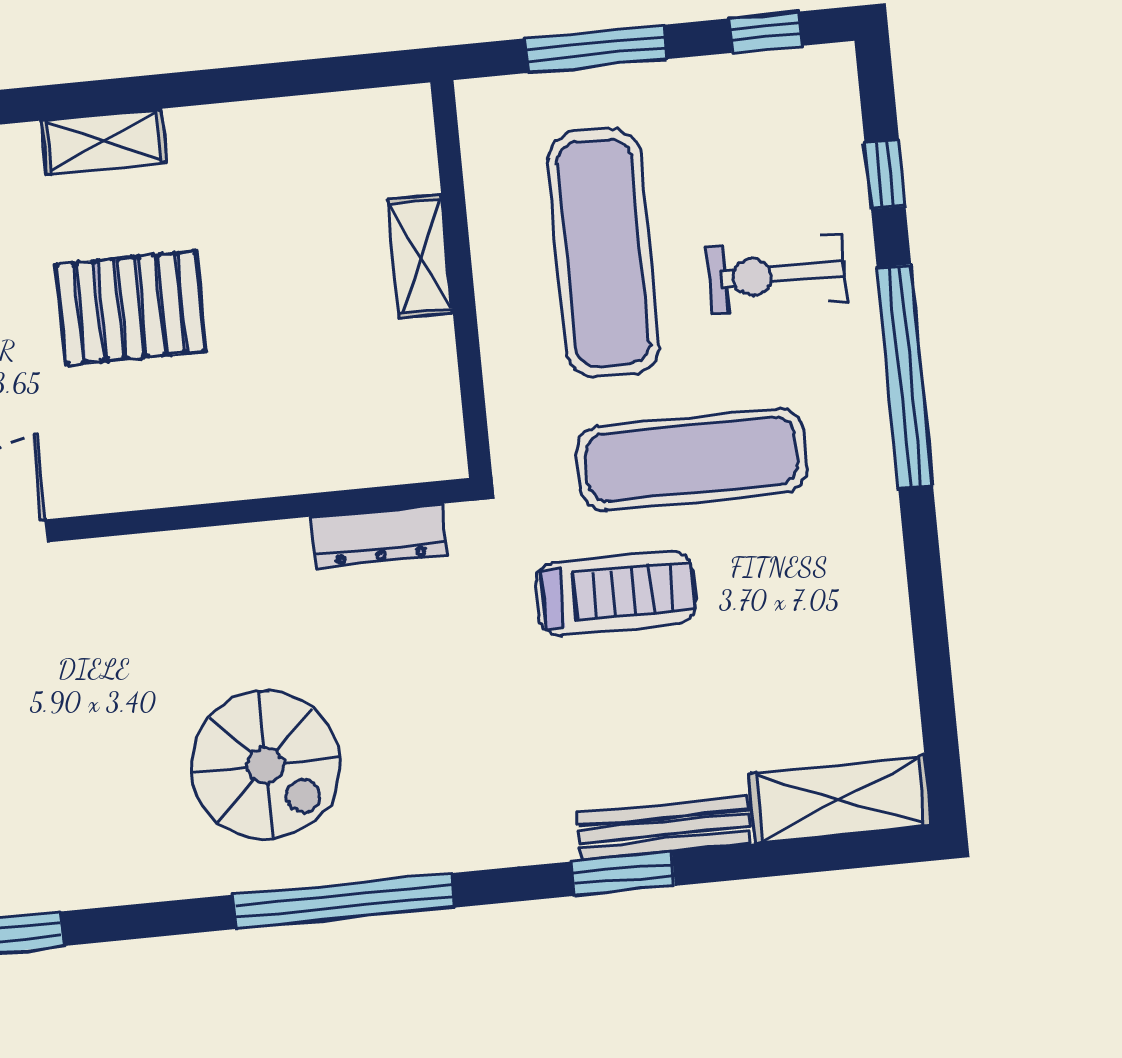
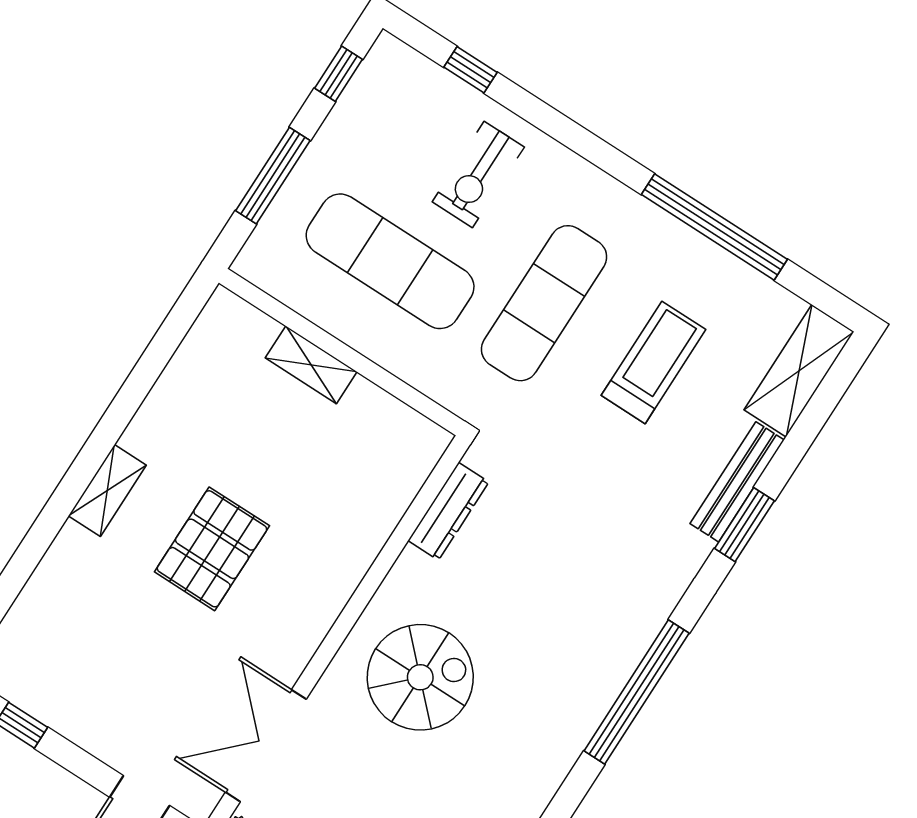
window: (905, 377) -> (714, 227), moved
treadmill: (616, 593) -> (653, 362), moved
spiral stairs: (266, 765) -> (420, 677), moved

